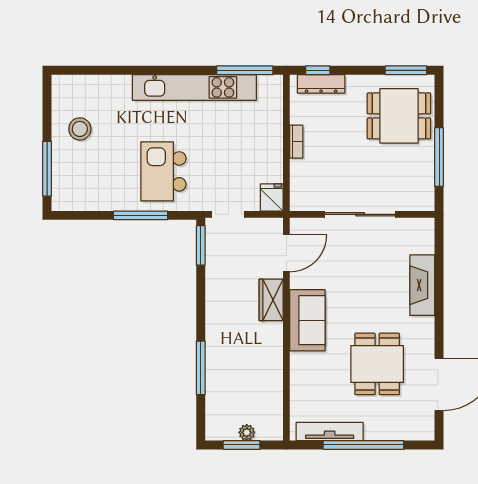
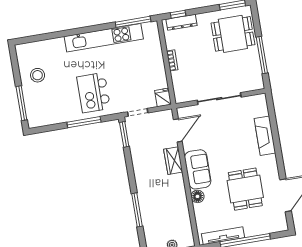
floor lamp: (300, 363) -> (197, 196), added

